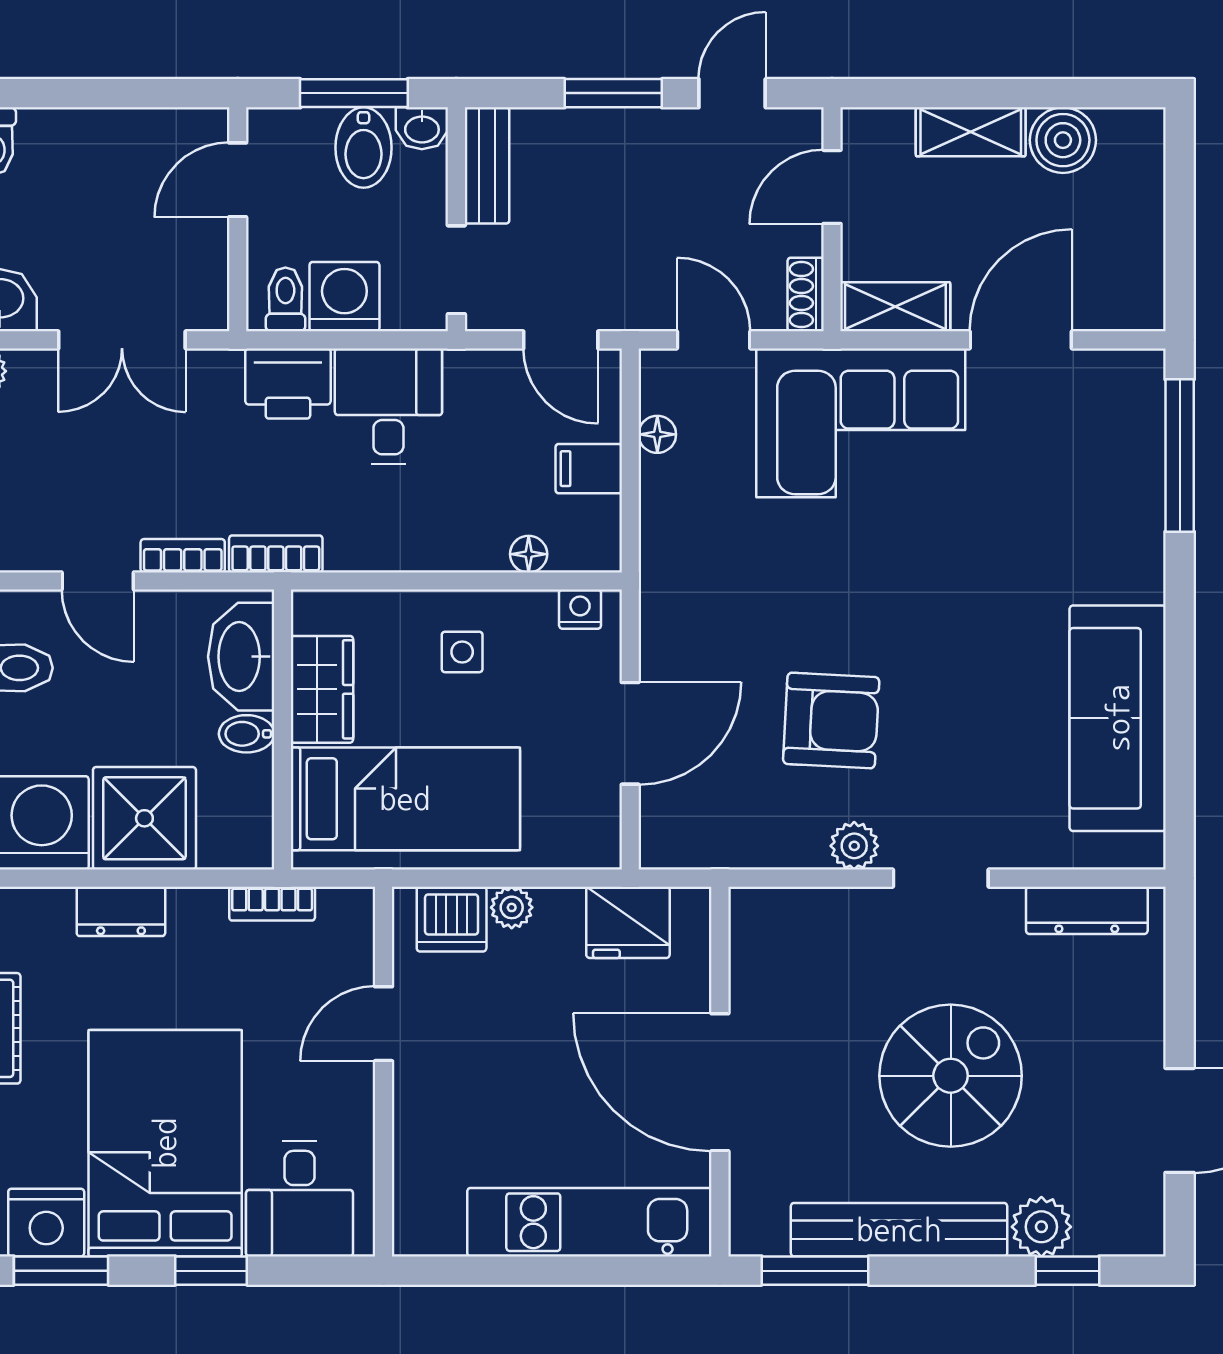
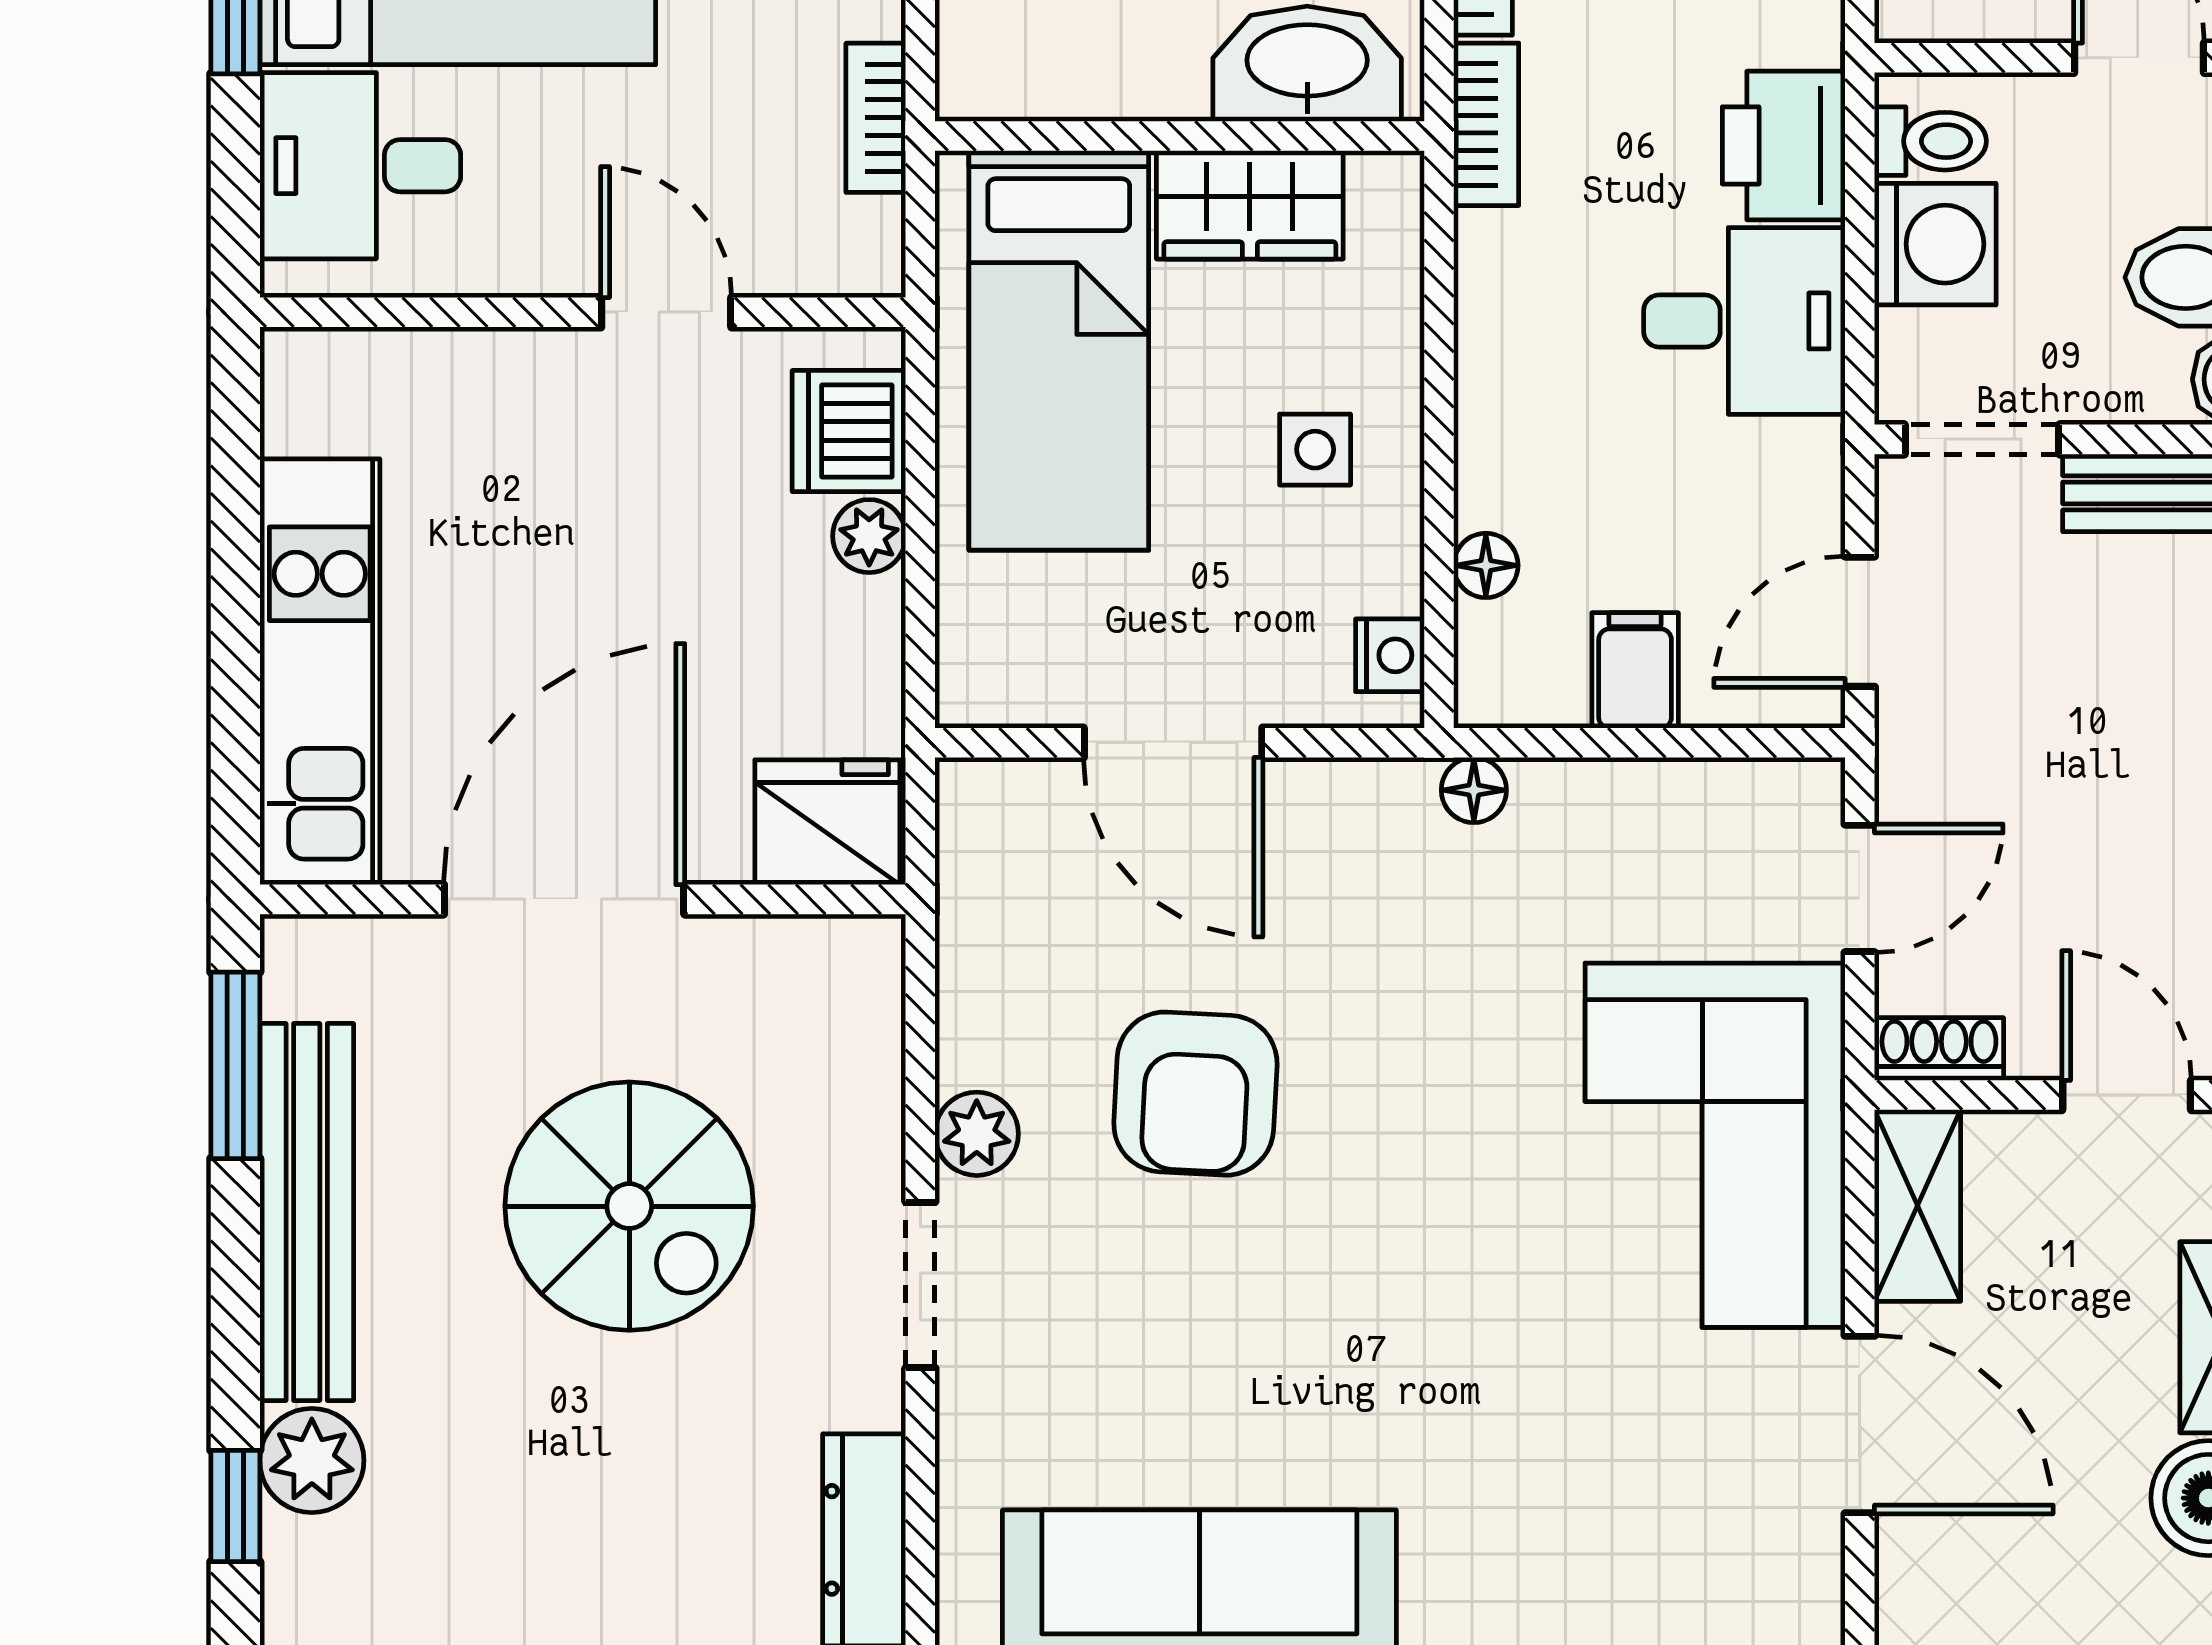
floor lamp: (657, 434) -> (1474, 790), moved
bidet: (247, 734) -> (1172, 73), removed
fridge: (628, 922) -> (827, 822), moved, turned 90
spiral stairs: (951, 1076) -> (629, 1206), moved

